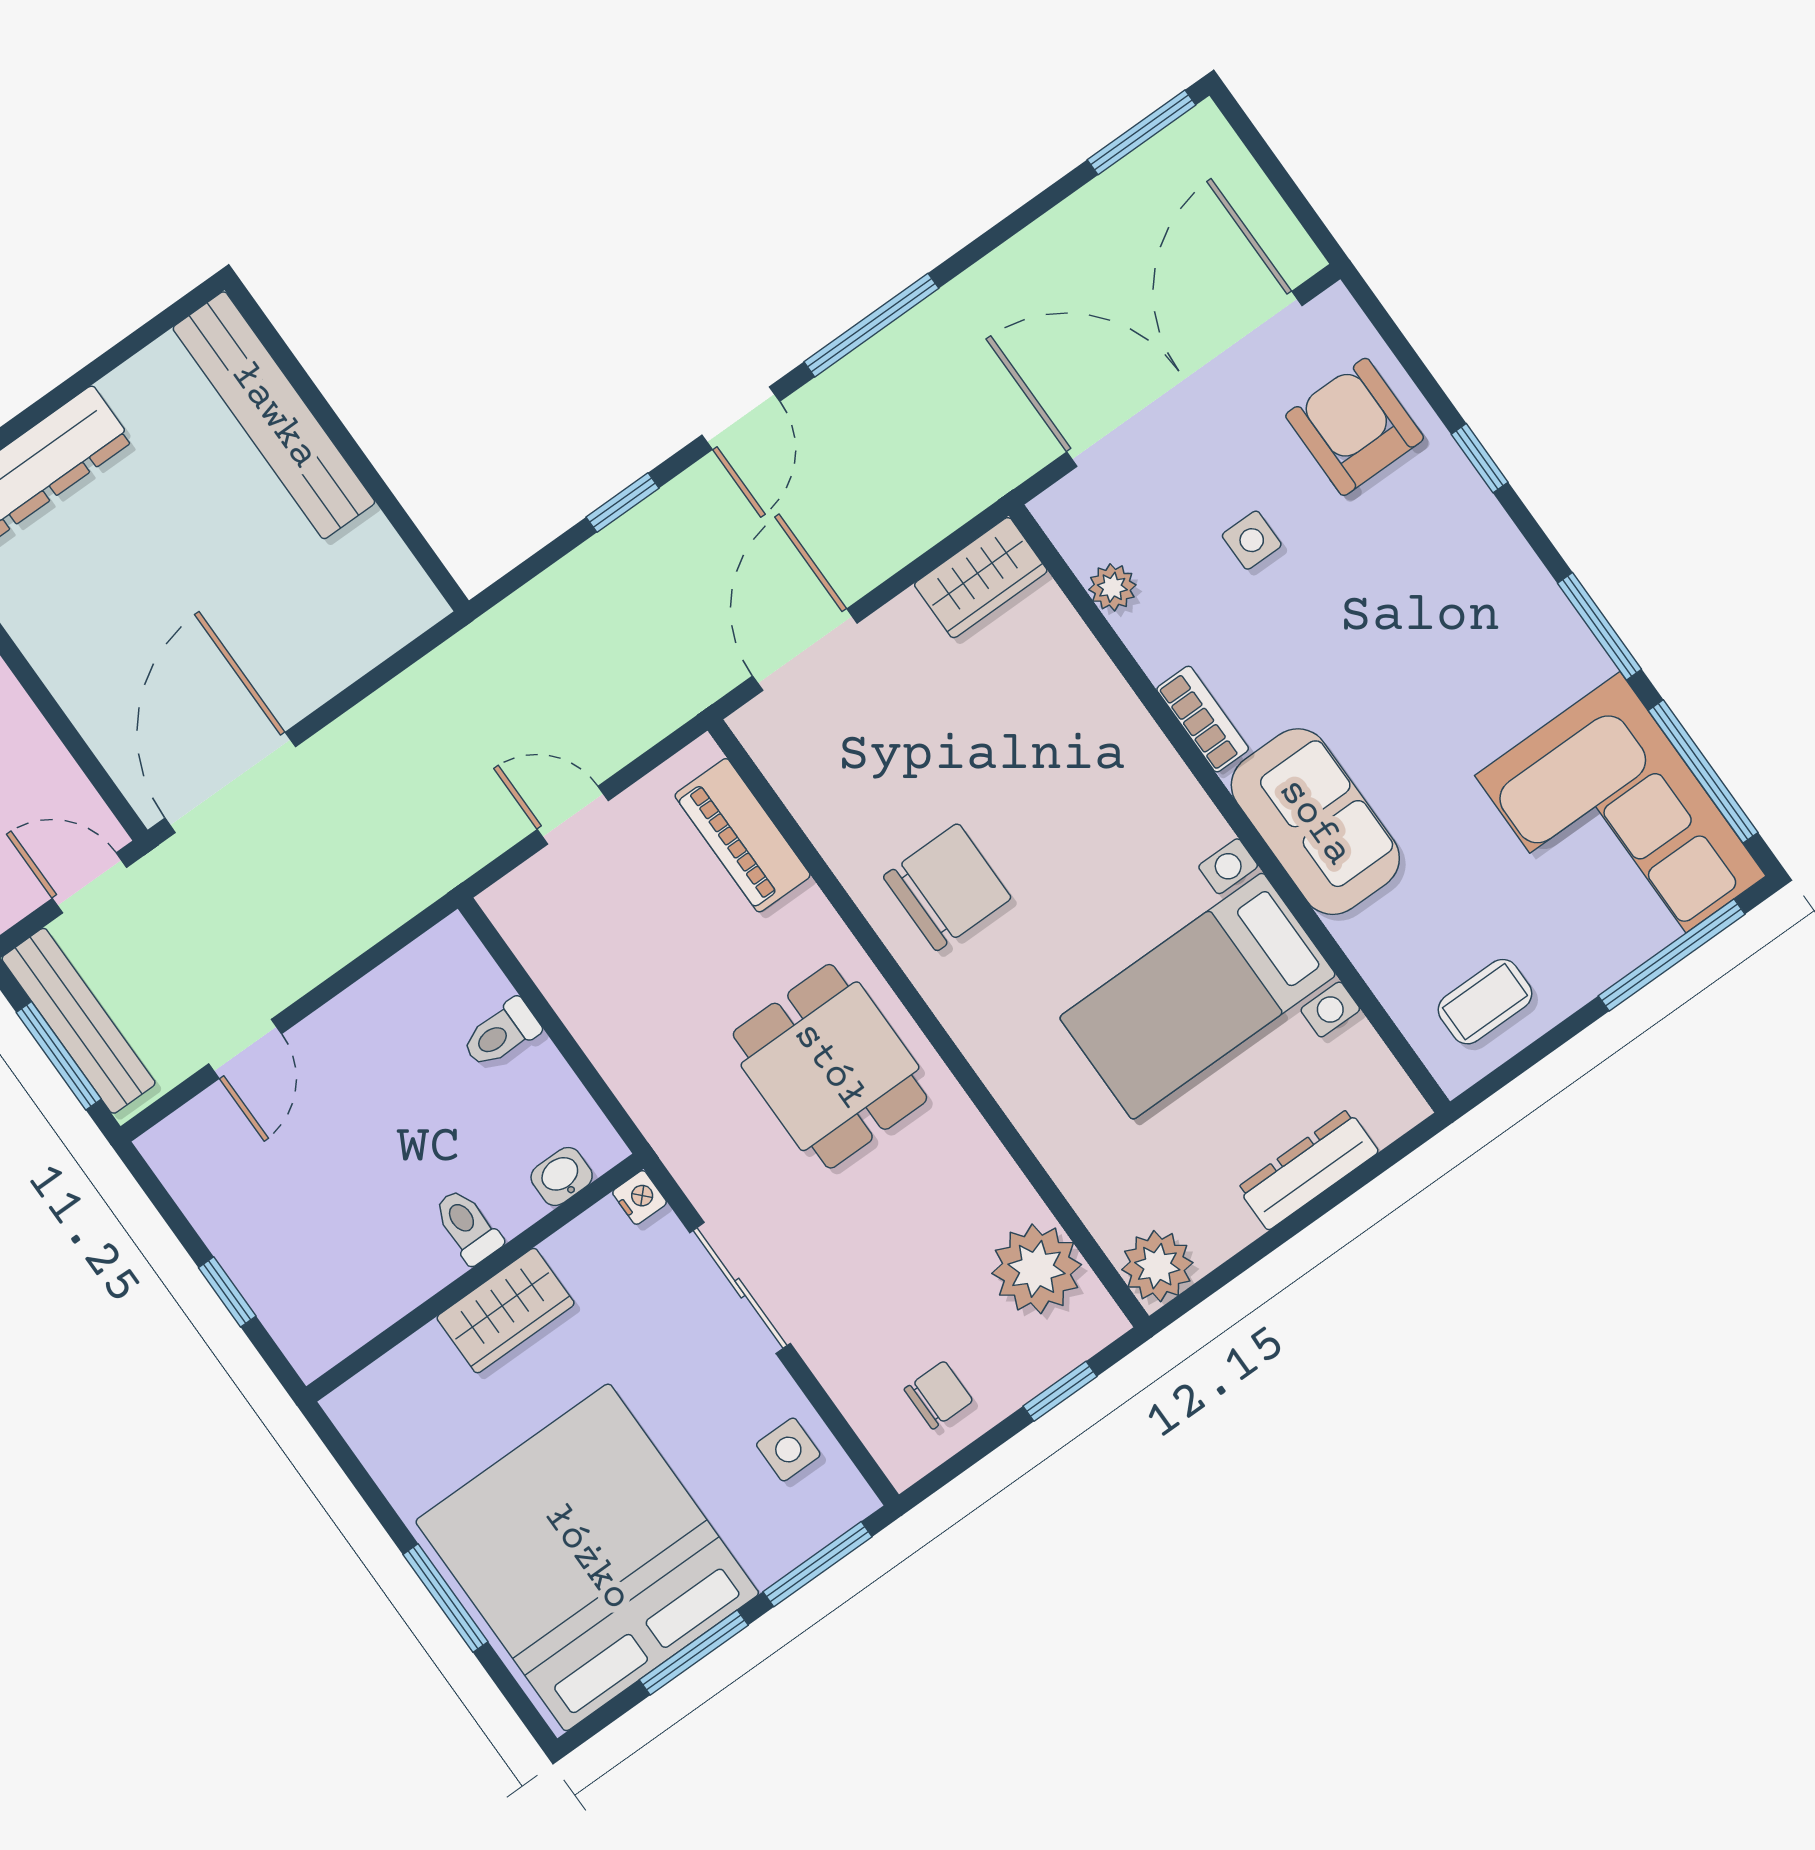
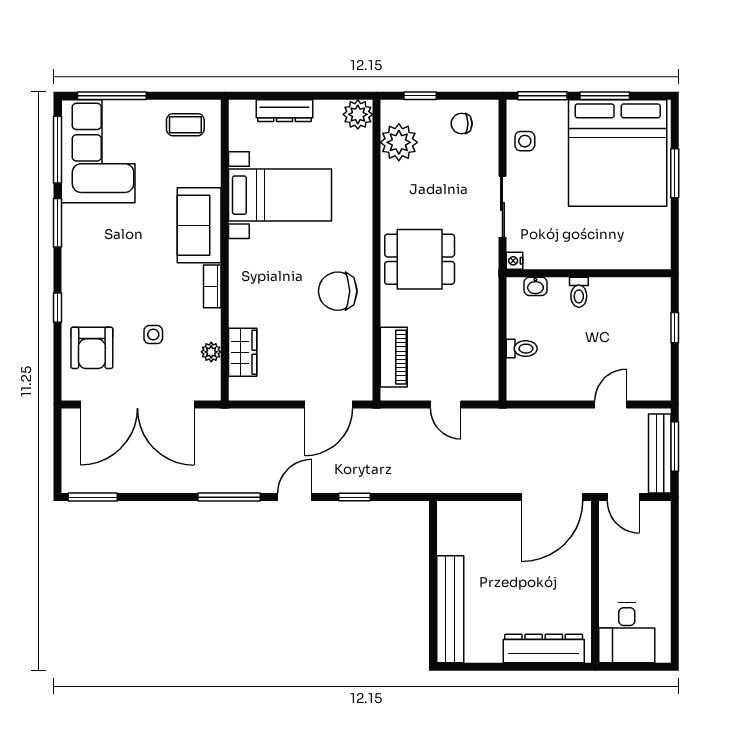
wardrobe: (981, 578) -> (243, 352), moved, turned 90
dining table: (830, 1066) -> (420, 259), turned 90
wardrobe: (506, 1311) -> (586, 255), removed

